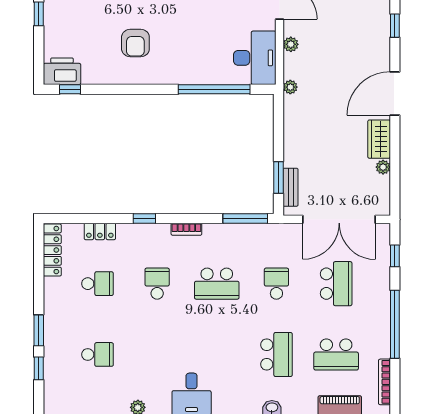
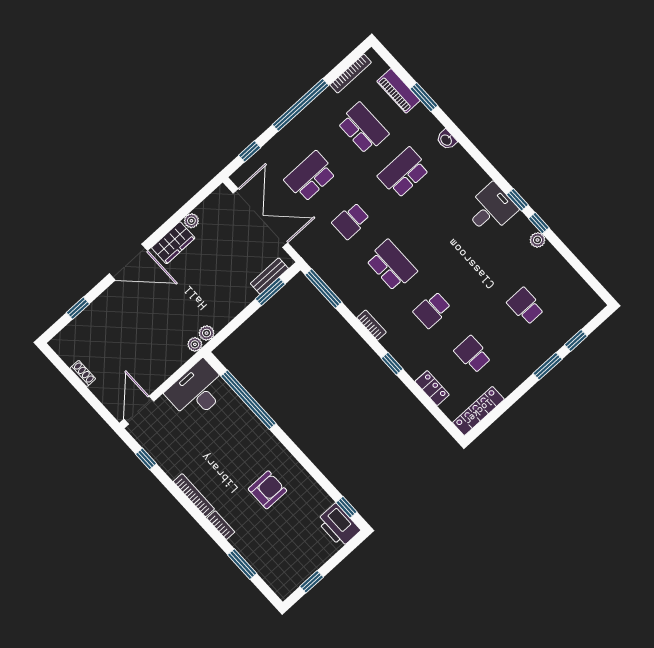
plant: (291, 44) -> (207, 333), moved

